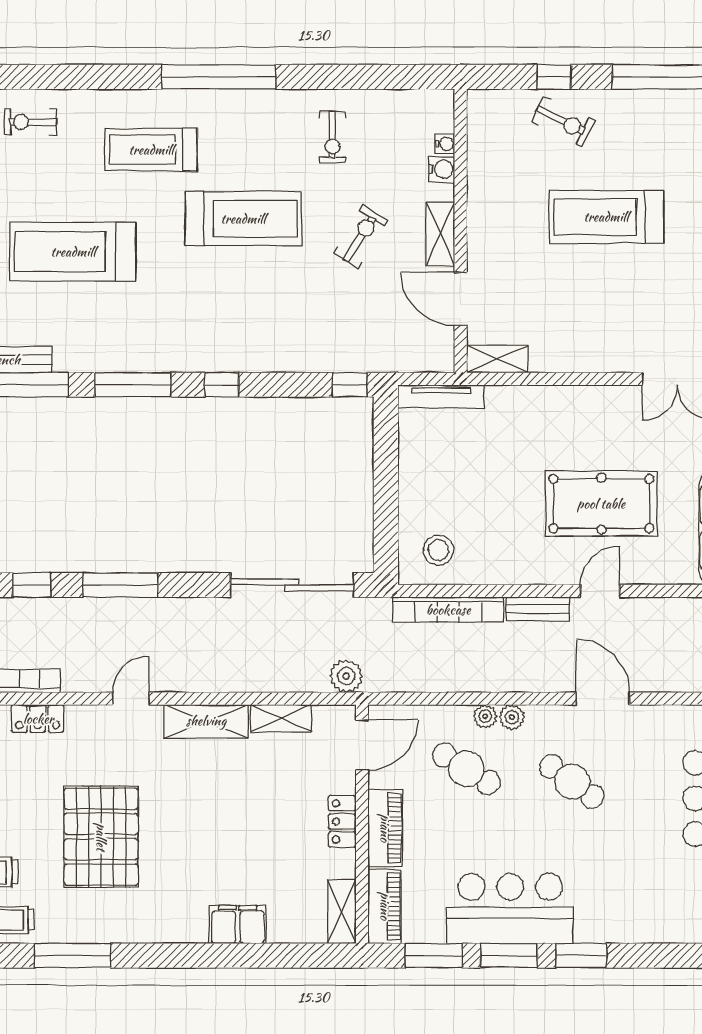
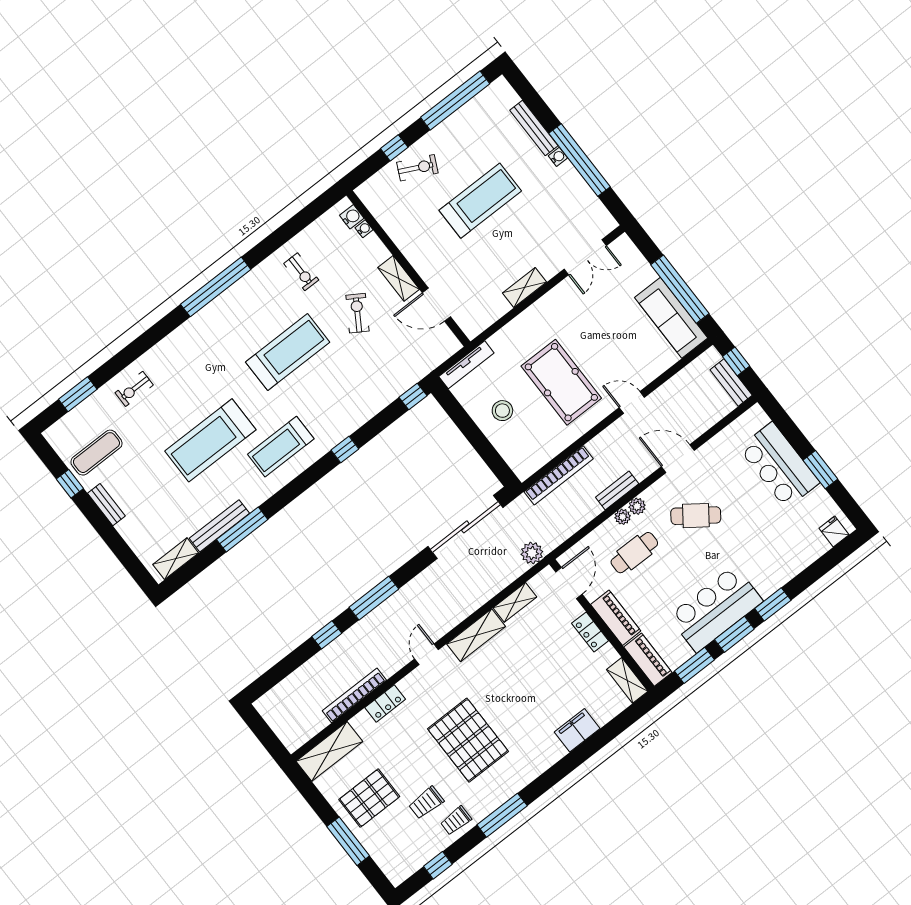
treadmill: (151, 150) -> (281, 447), moved
water cooler: (442, 169) -> (352, 217), moved
treadmill: (606, 217) -> (480, 201), turned 180
shelving: (497, 359) -> (525, 288), moved
window: (133, 385) -> (298, 486), removed
pool table: (601, 504) -> (561, 382), moved, turned 90
stool: (438, 550) -> (502, 411), moved
door: (600, 591) -> (632, 402), hinge flipped
bench: (538, 609) -> (617, 491), moved
cafe table: (466, 769) -> (634, 553), turned -32

